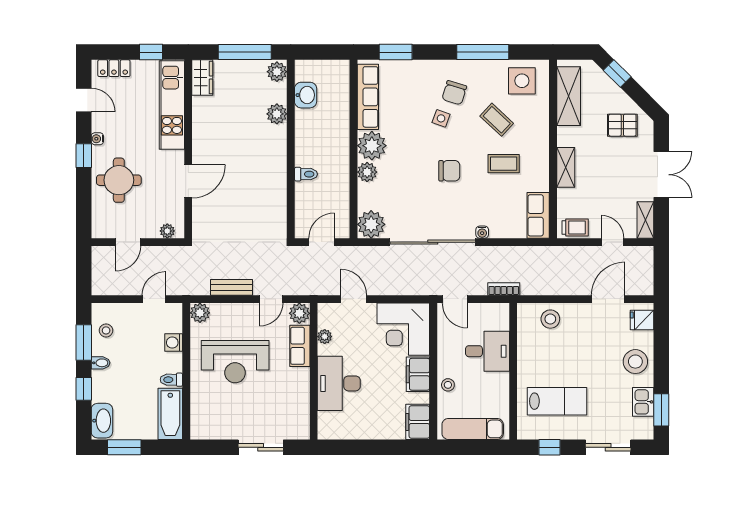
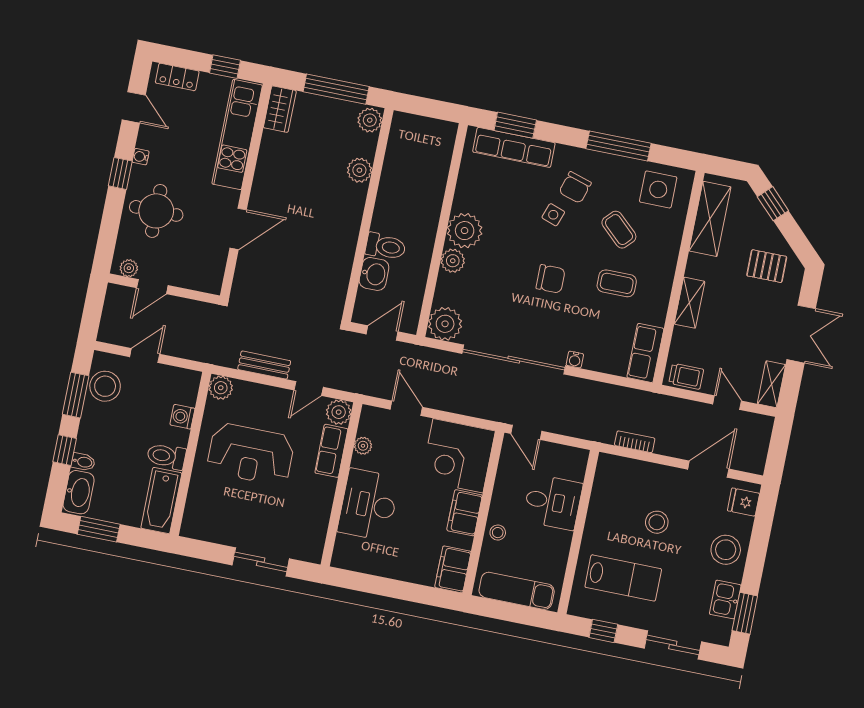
washbasin: (306, 95) -> (374, 274), moved
row of seats: (368, 97) -> (514, 147), moved, turned 90
toilet: (306, 174) -> (386, 247), width x1.37, depth x1.39
plant: (167, 231) -> (129, 268), moved
bookcase: (504, 289) -> (635, 442), moved
door: (154, 299) -> (145, 355), moved
stool: (550, 319) -> (657, 522), moved
stool: (106, 330) -> (105, 386), width x1.89, depth x1.89
bidet: (101, 363) -> (83, 462), moved
toilet: (171, 380) -> (166, 456), width x1.37, depth x1.39

